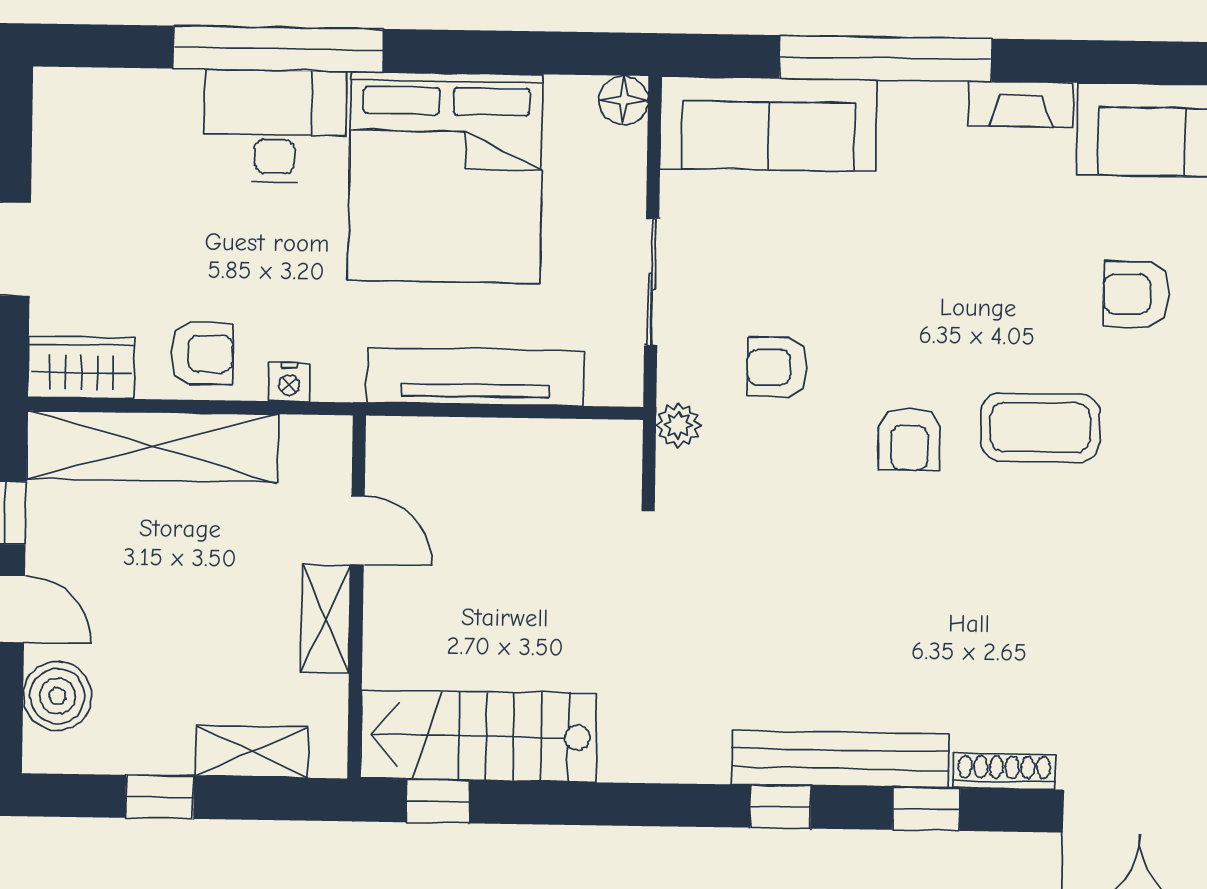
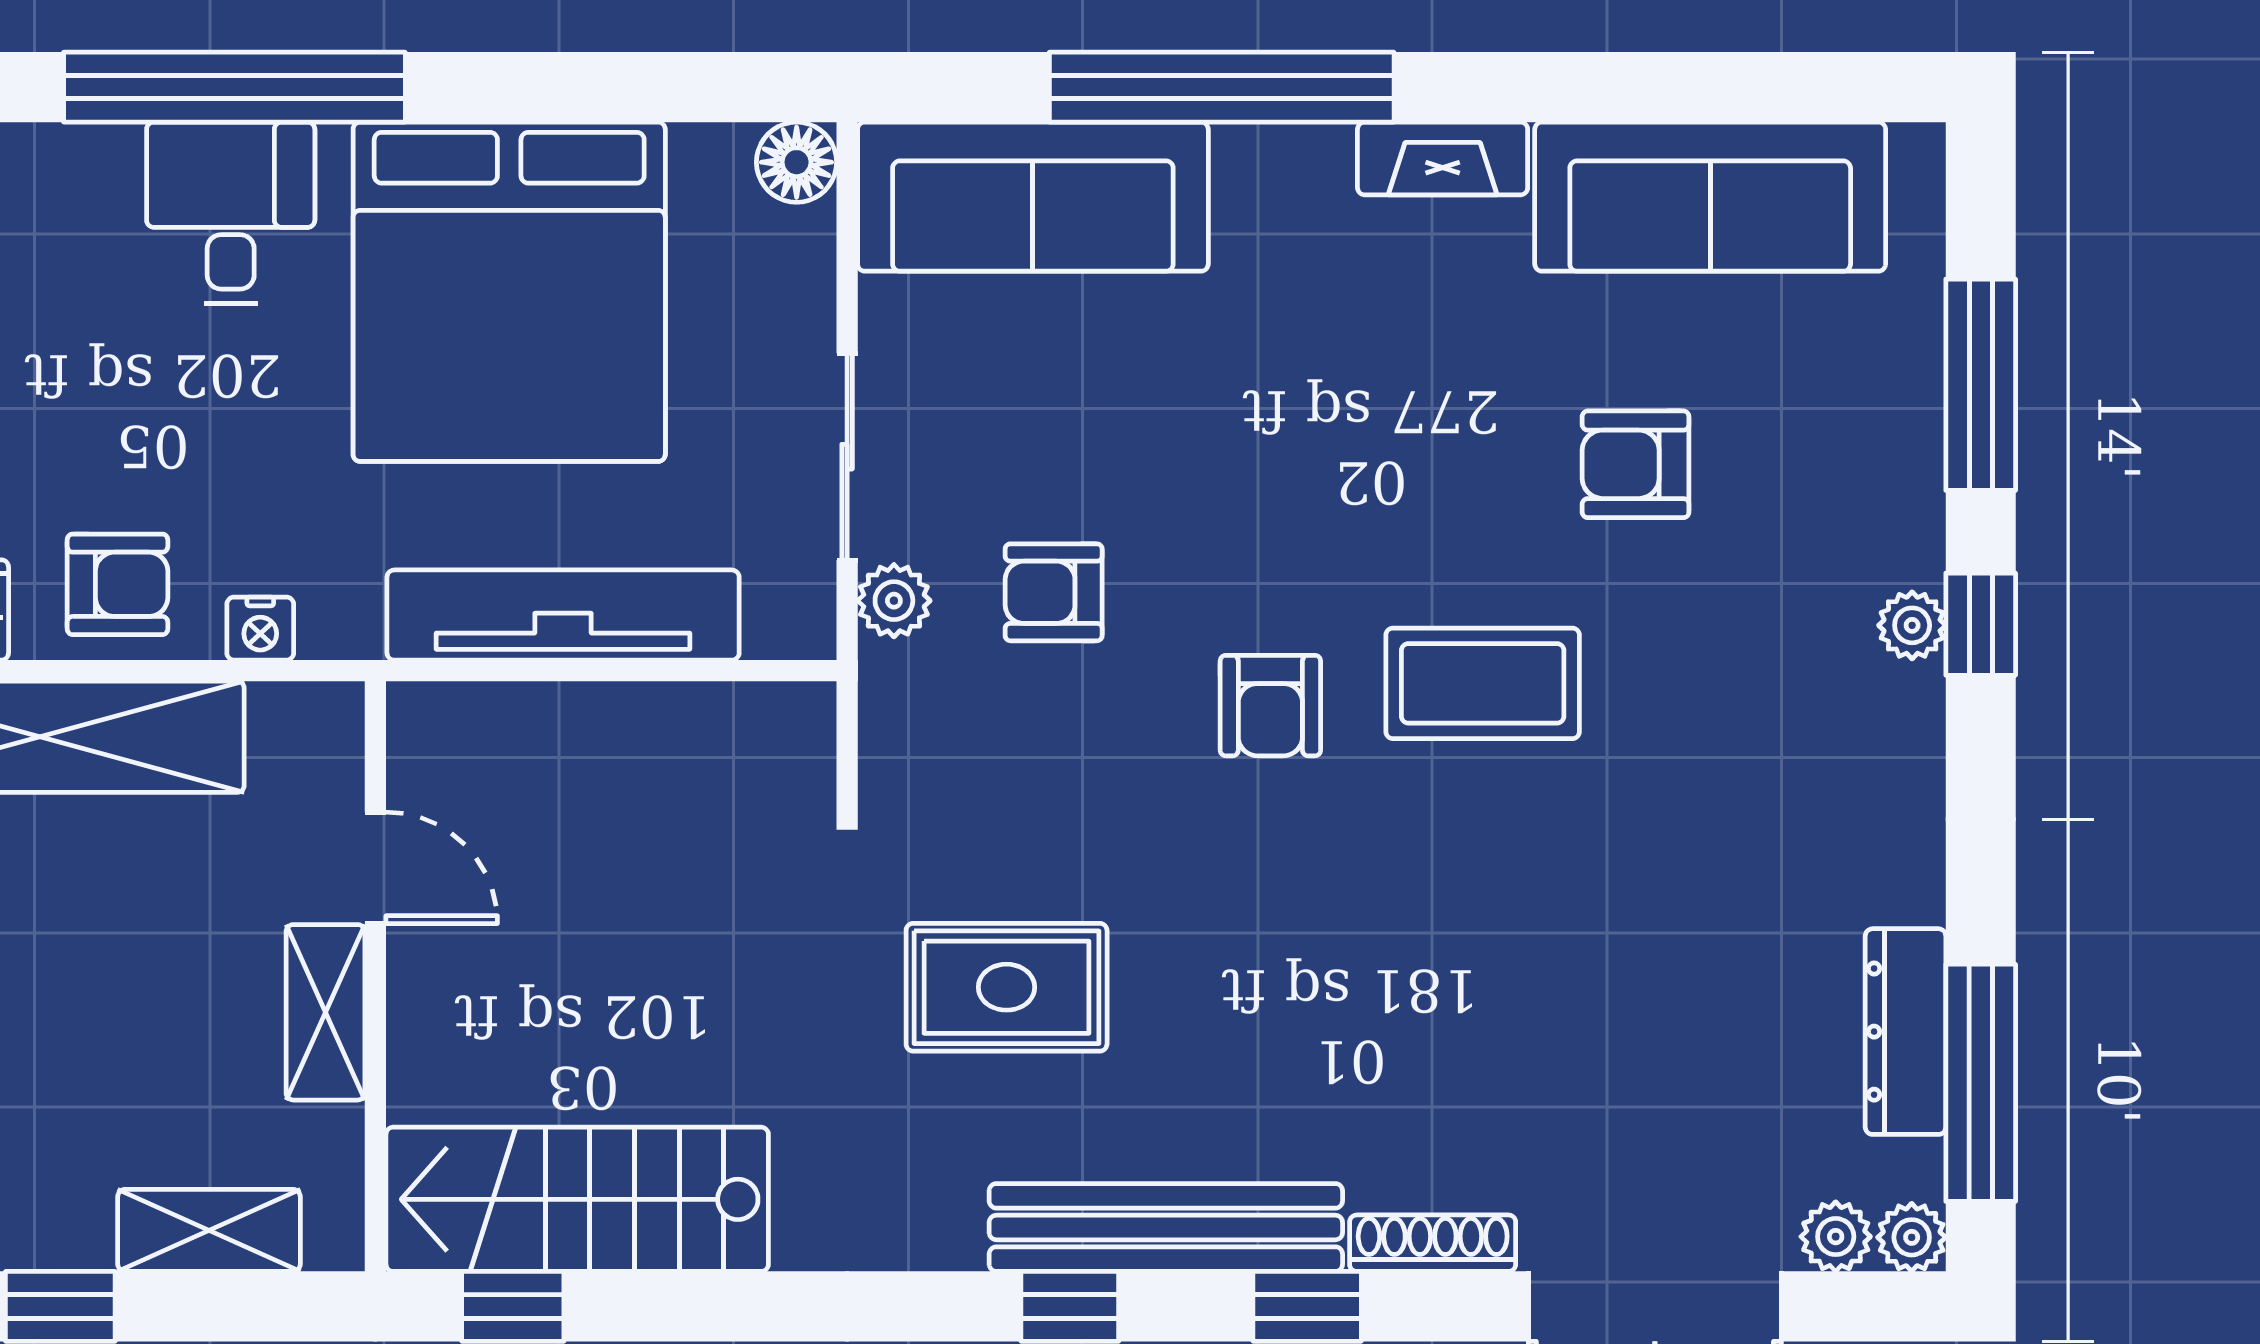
desk: (275, 126) -> (231, 213), width x0.73
plant: (678, 425) -> (894, 601), moved
rug: (745, 610) -> (1007, 987), added

